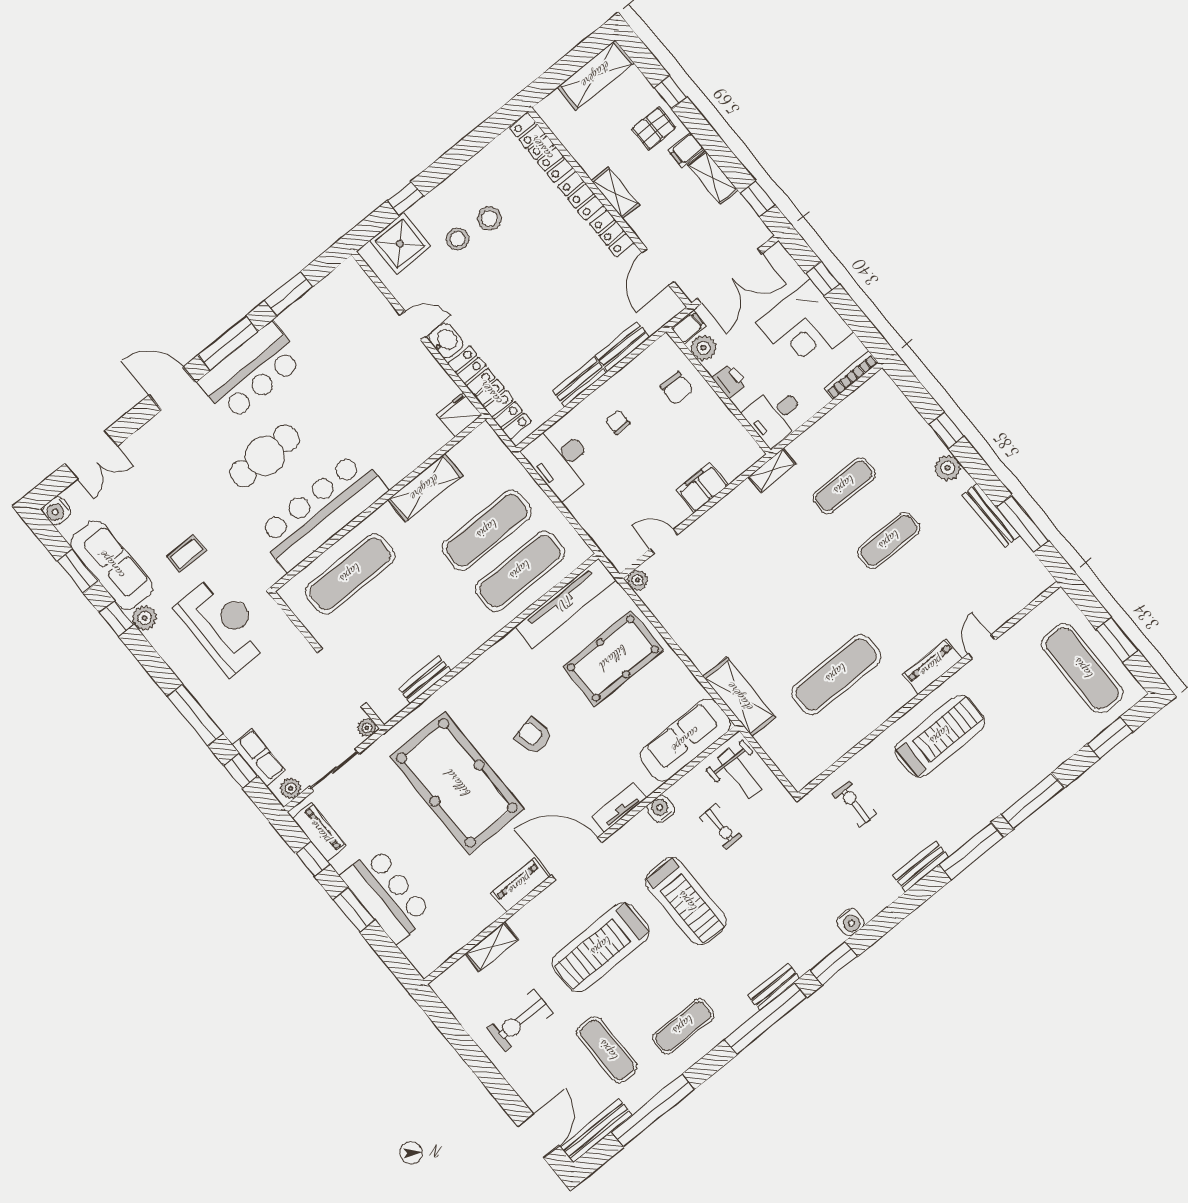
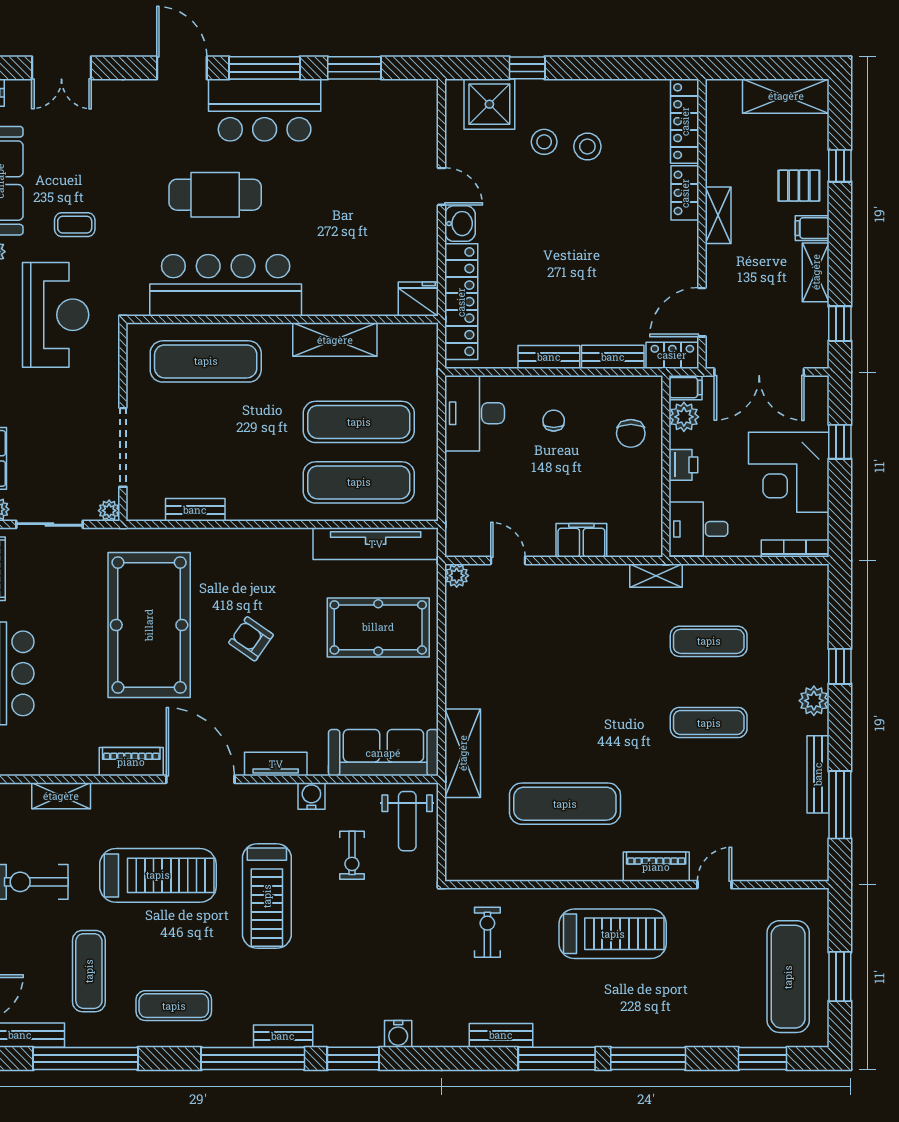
locker: (612, 233) -> (672, 355), moved, turned 90
armchair: (533, 736) -> (251, 639), turned -44
treadmill: (601, 947) -> (158, 875), turned 180

